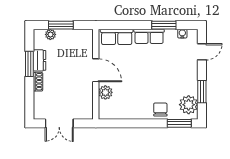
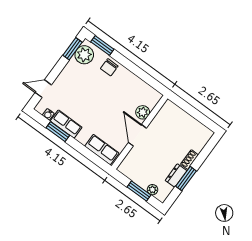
row of seats: (149, 36) -> (66, 124), moved
window: (202, 92) -> (72, 49), moved
double door: (59, 123) -> (197, 115), removed

